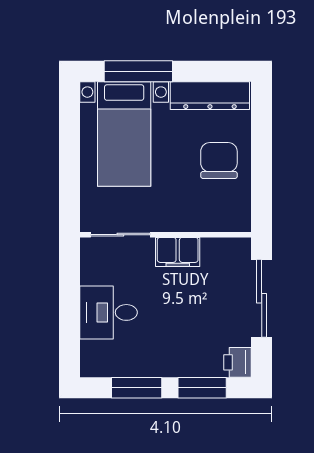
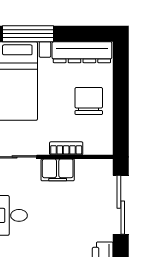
bookcase: (189, 223) -> (66, 148), added

